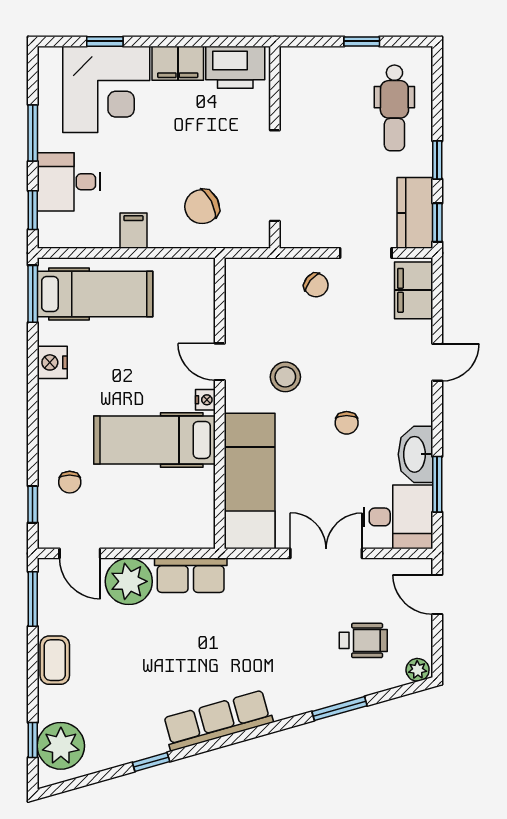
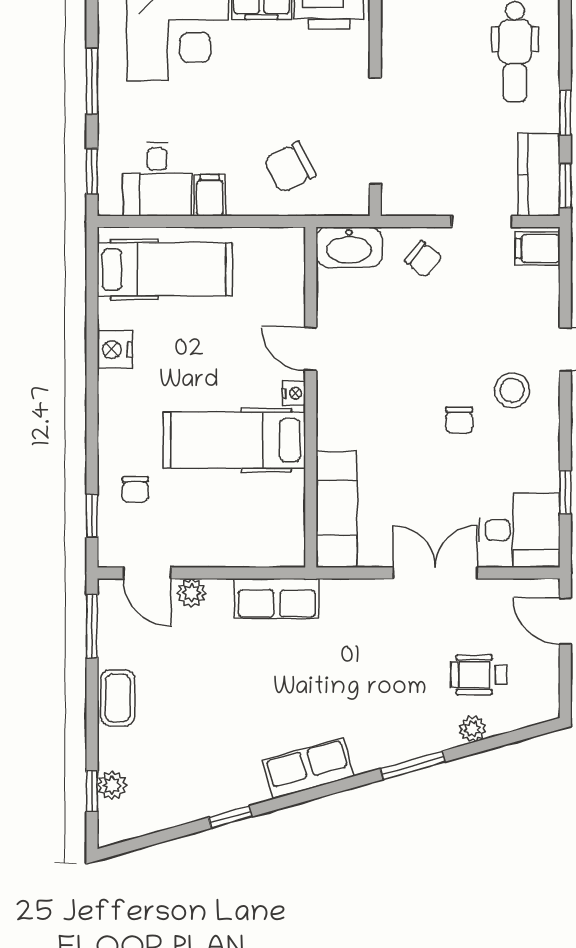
desk: (69, 182) -> (157, 179), moved, turned -90
filing cabinet: (414, 290) -> (538, 248), width x0.50
window: (33, 294) -> (92, 269), removed
stool: (285, 377) -> (512, 390), moved
washbasin: (416, 454) -> (349, 247), moved, turned -90
exam couch: (250, 481) -> (336, 509), width x0.73, depth x0.69
window: (437, 484) -> (565, 492), width x0.67
plant: (129, 581) -> (192, 593), width x0.53, depth x0.53
wheelchair: (363, 640) -> (479, 675), turned 180
plant: (418, 670) -> (473, 729), moved
window: (339, 709) -> (413, 765), moved
row of seats: (218, 720) -> (308, 768), width x0.68
plant: (61, 746) -> (112, 785), width x0.53, depth x0.53

